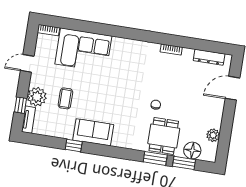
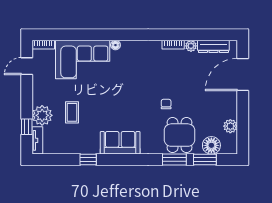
floor lamp: (117, 41) -> (115, 45), added
plant: (188, 53) -> (191, 46), added
door: (27, 63) -> (27, 66), moved
door: (233, 88) -> (243, 75), width x1.36
sofa: (93, 132) -> (120, 143), moved

